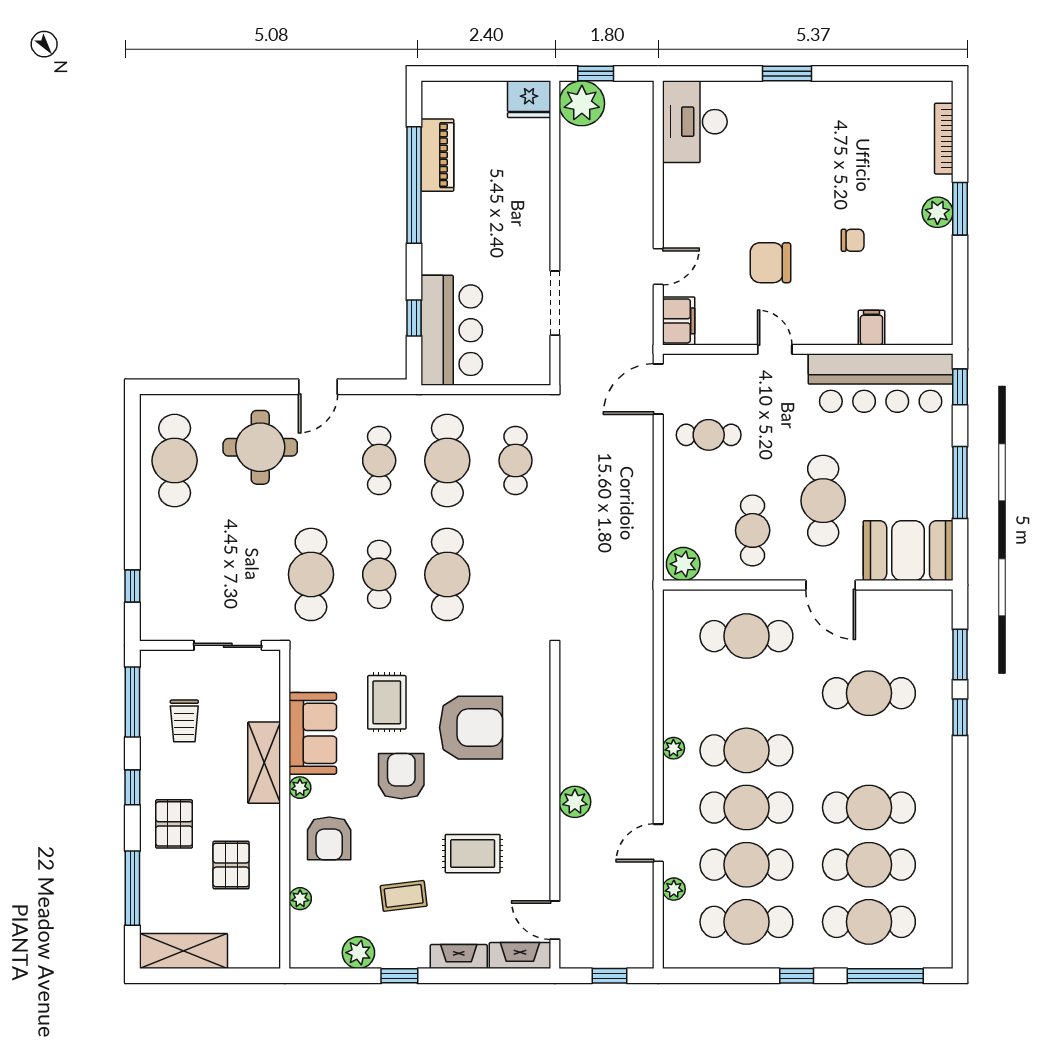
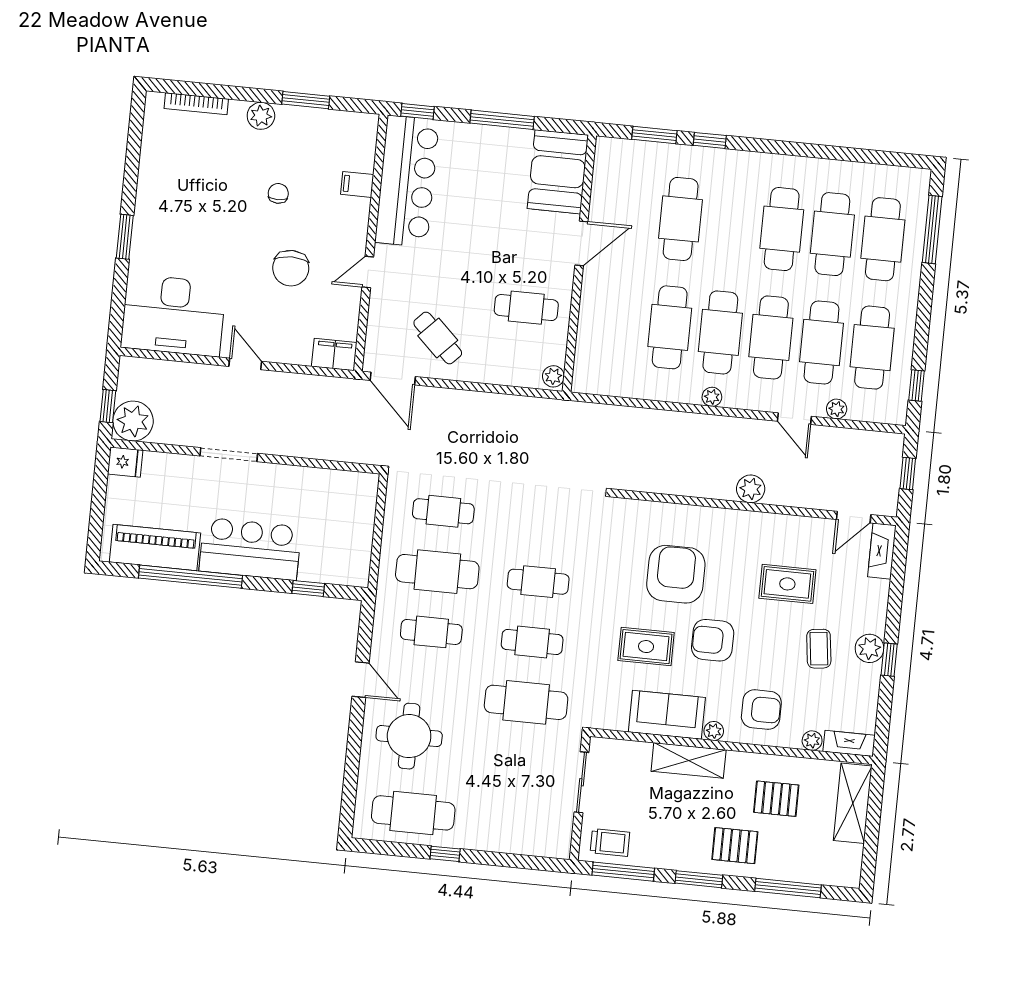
fridge: (529, 99) -> (125, 462), width x0.72
desk: (695, 122) -> (173, 315), width x1.36, depth x1.30
piano: (437, 155) -> (155, 548), width x1.37, depth x1.33
window: (960, 209) -> (306, 100), moved
door: (658, 267) -> (245, 364), moved
doorway: (555, 303) -> (229, 455), moved
bar counter: (452, 330) -> (250, 549), moved
cafe table: (709, 435) -> (438, 338), turned -46
cafe table: (823, 501) -> (506, 242), removed
plant: (683, 564) -> (553, 376), width x0.73, depth x0.73
cafe table: (447, 574) -> (538, 582), width x0.73, depth x0.74
window: (132, 586) -> (445, 854), moved
cafe table: (746, 636) -> (670, 327), moved
trolley: (184, 721) -> (610, 842), moved
window: (132, 787) -> (699, 879), width x1.50
rug: (473, 854) -> (787, 584), turned 90
shelving: (184, 951) -> (853, 803), moved
plant: (358, 953) -> (870, 648), moved
fireplace: (459, 957) -> (849, 743), moved, turned 90
window: (797, 976) -> (917, 385), moved

